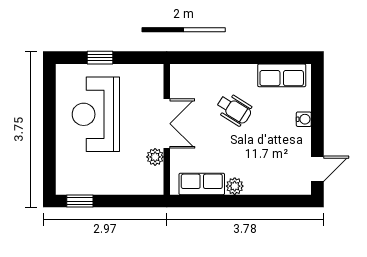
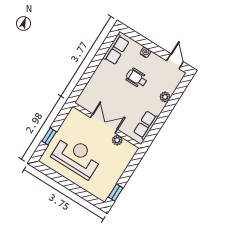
wheelchair: (234, 109) -> (137, 78), moved, turned -122
reception desk: (96, 114) -> (77, 157), turned 180
plant: (235, 186) -> (165, 97), moved

